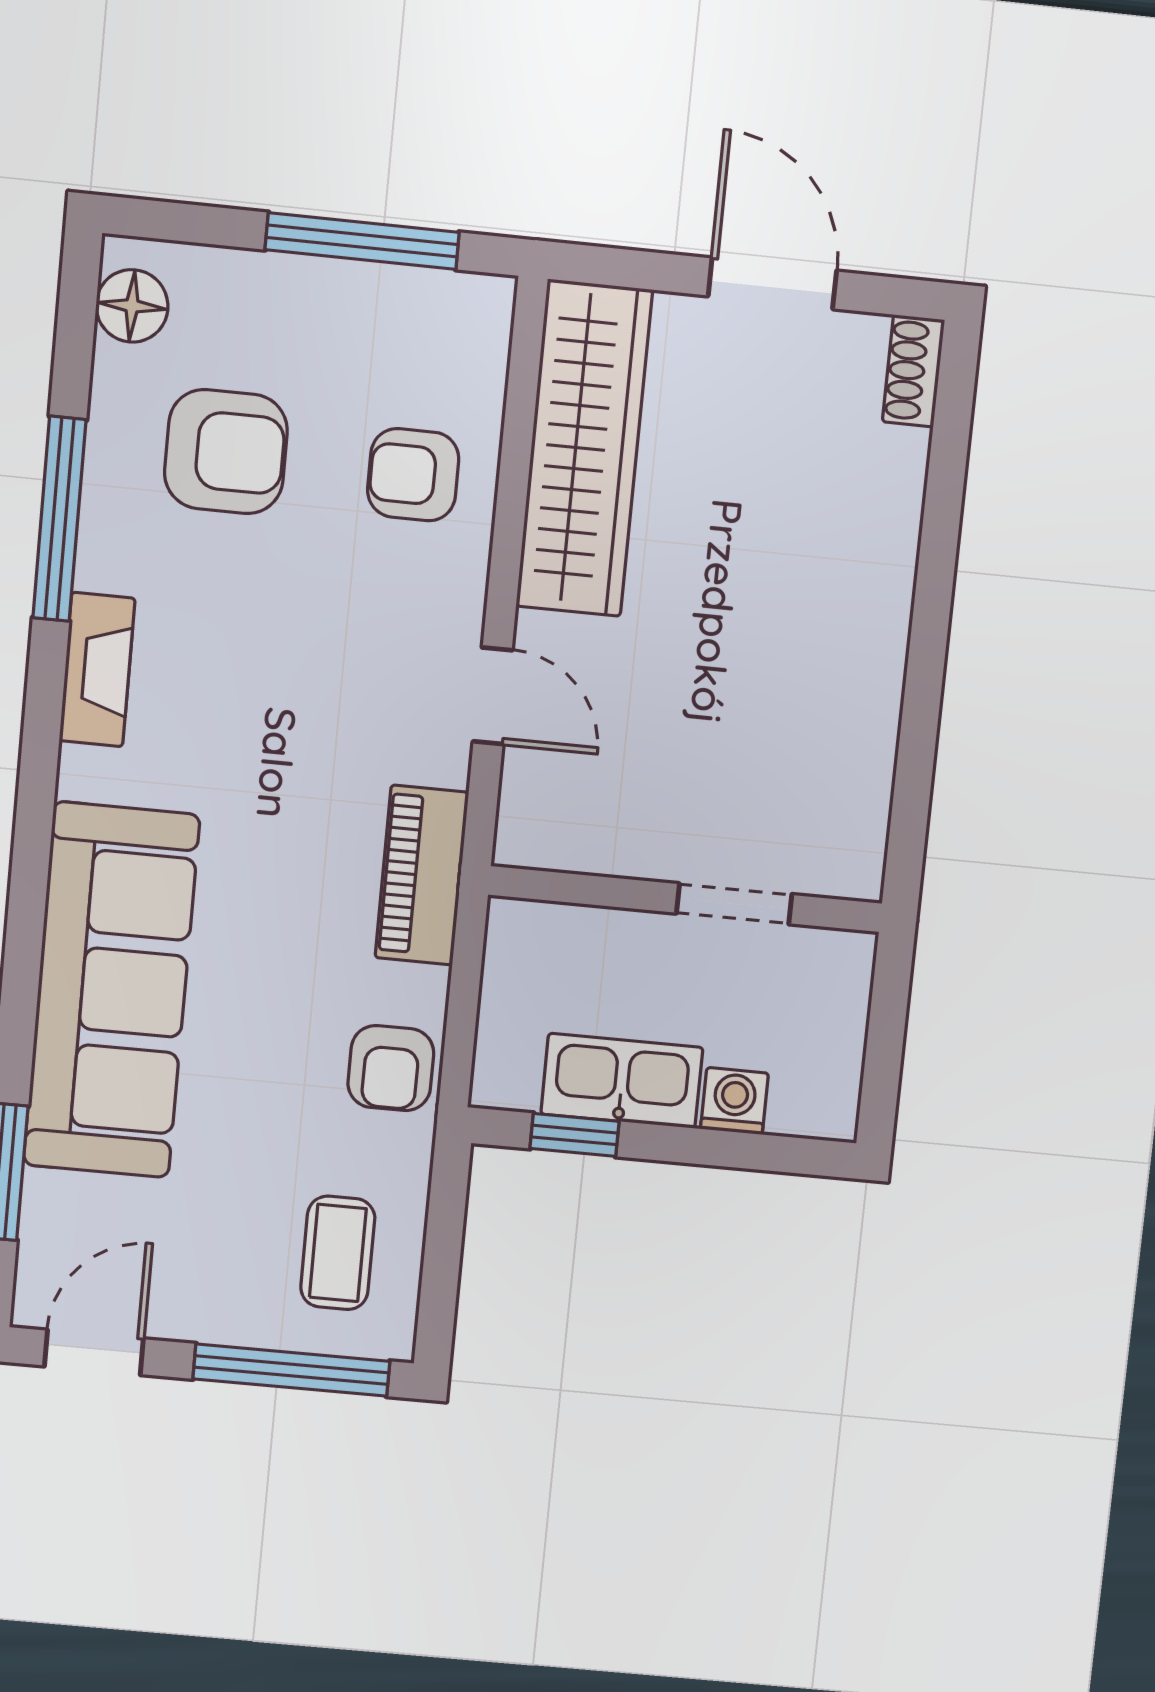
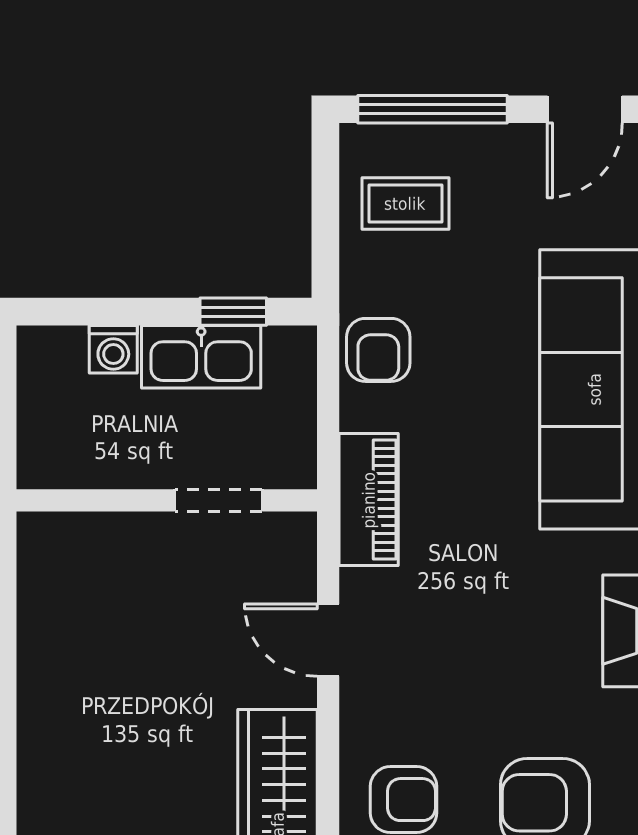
doorway: (734, 904) -> (219, 500), moved
armchair: (391, 1068) -> (378, 350), turned 180
coffee table: (338, 1253) -> (405, 204), turned 90

